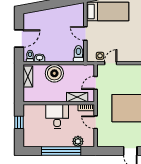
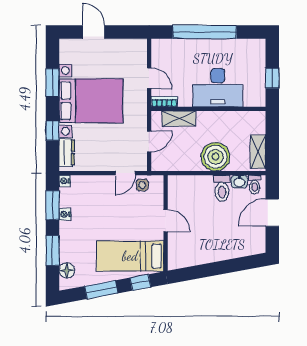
toilet: (78, 54) -> (222, 188), moved
desk: (57, 116) -> (218, 88), width x1.37
plant: (78, 141) -> (178, 47), removed

